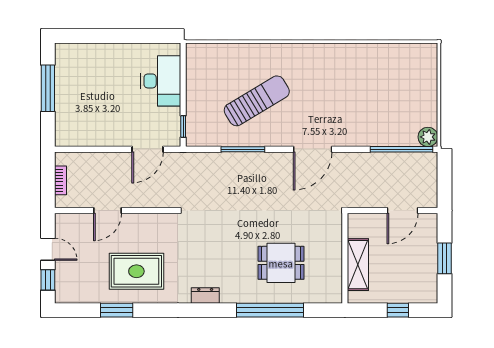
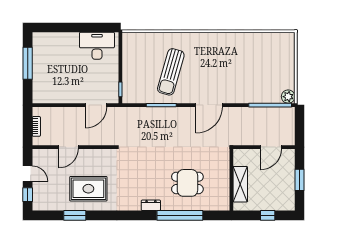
desk: (161, 81) -> (97, 46), moved, turned -90
sun lounger: (257, 101) -> (171, 72), turned 137
dresser: (205, 295) -> (151, 205), moved

